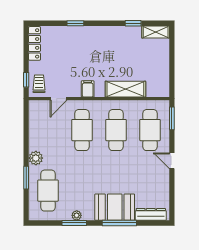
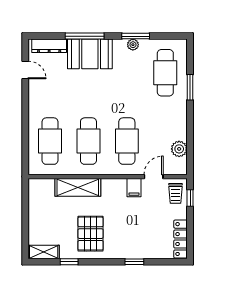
pallet: (114, 48) -> (91, 234), added
filing cabinet: (88, 89) -> (134, 188), moved
window: (172, 118) -> (25, 154), removed
plant: (36, 158) -> (179, 149), moved
door: (172, 161) -> (25, 70), moved

